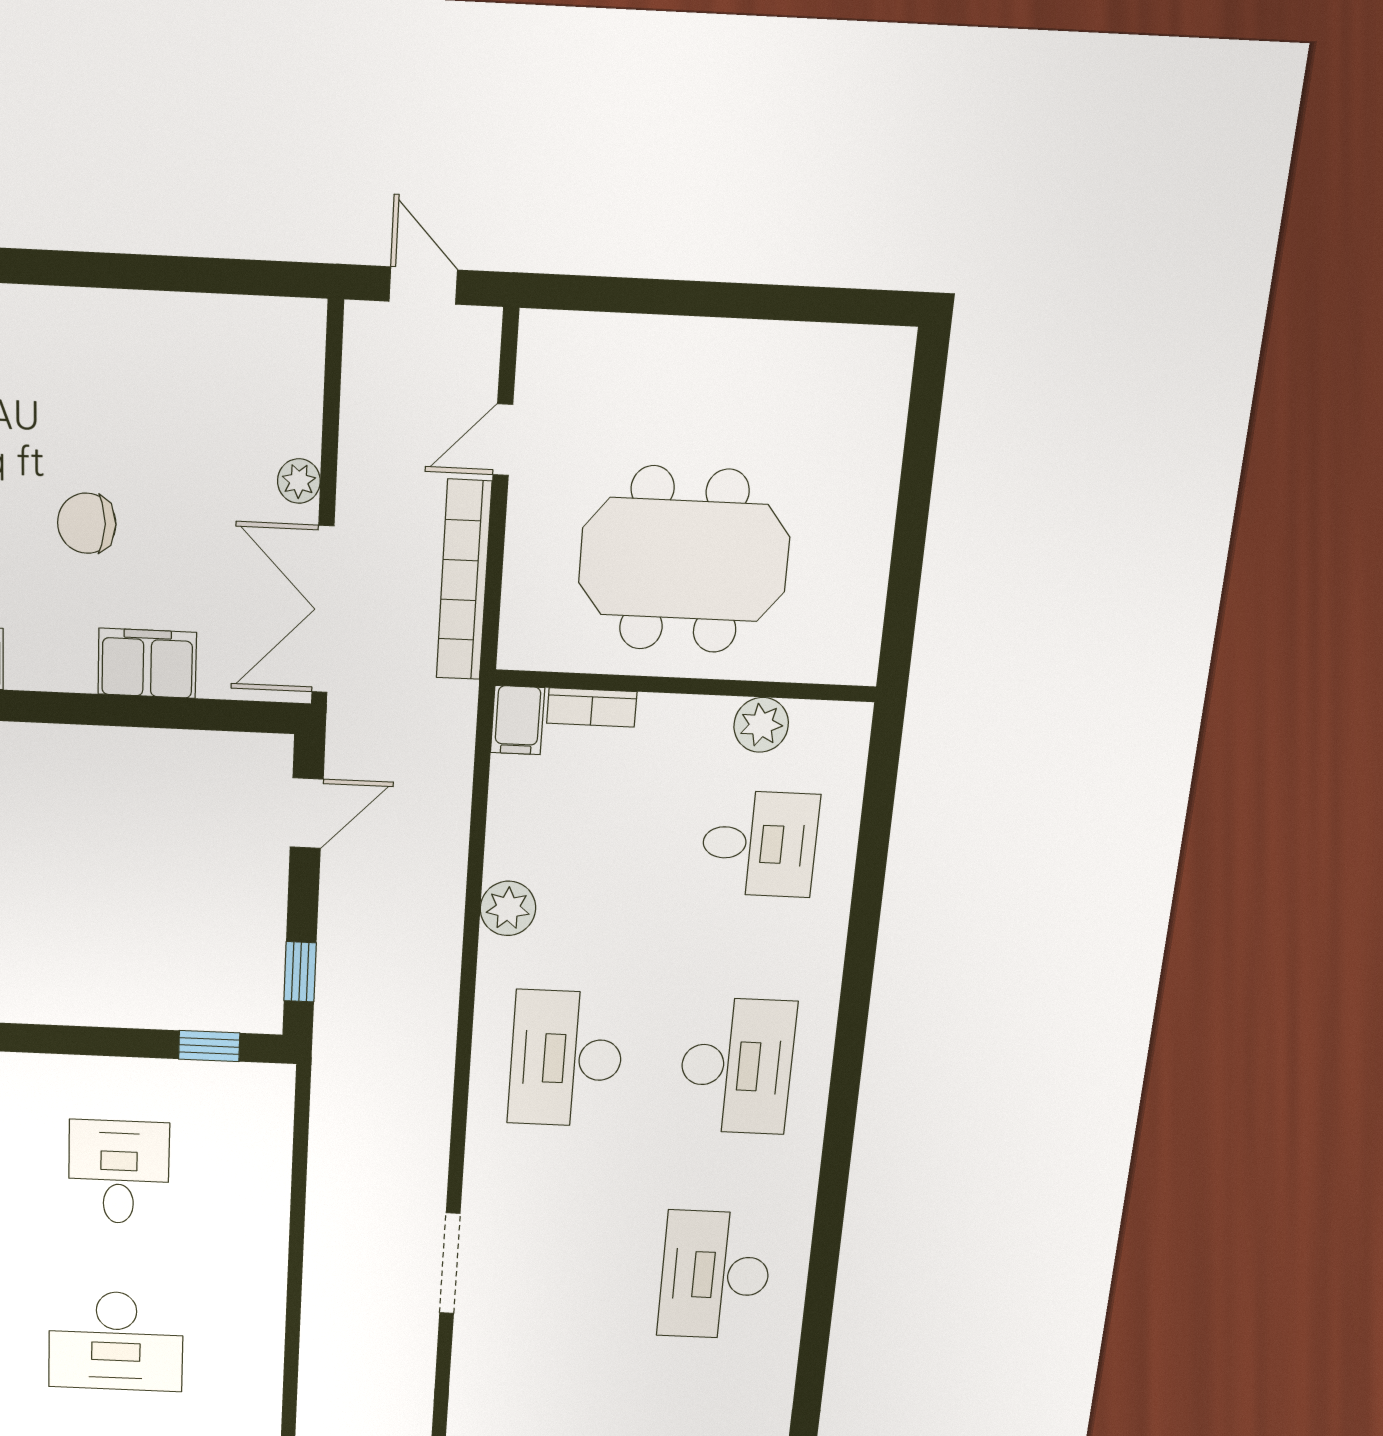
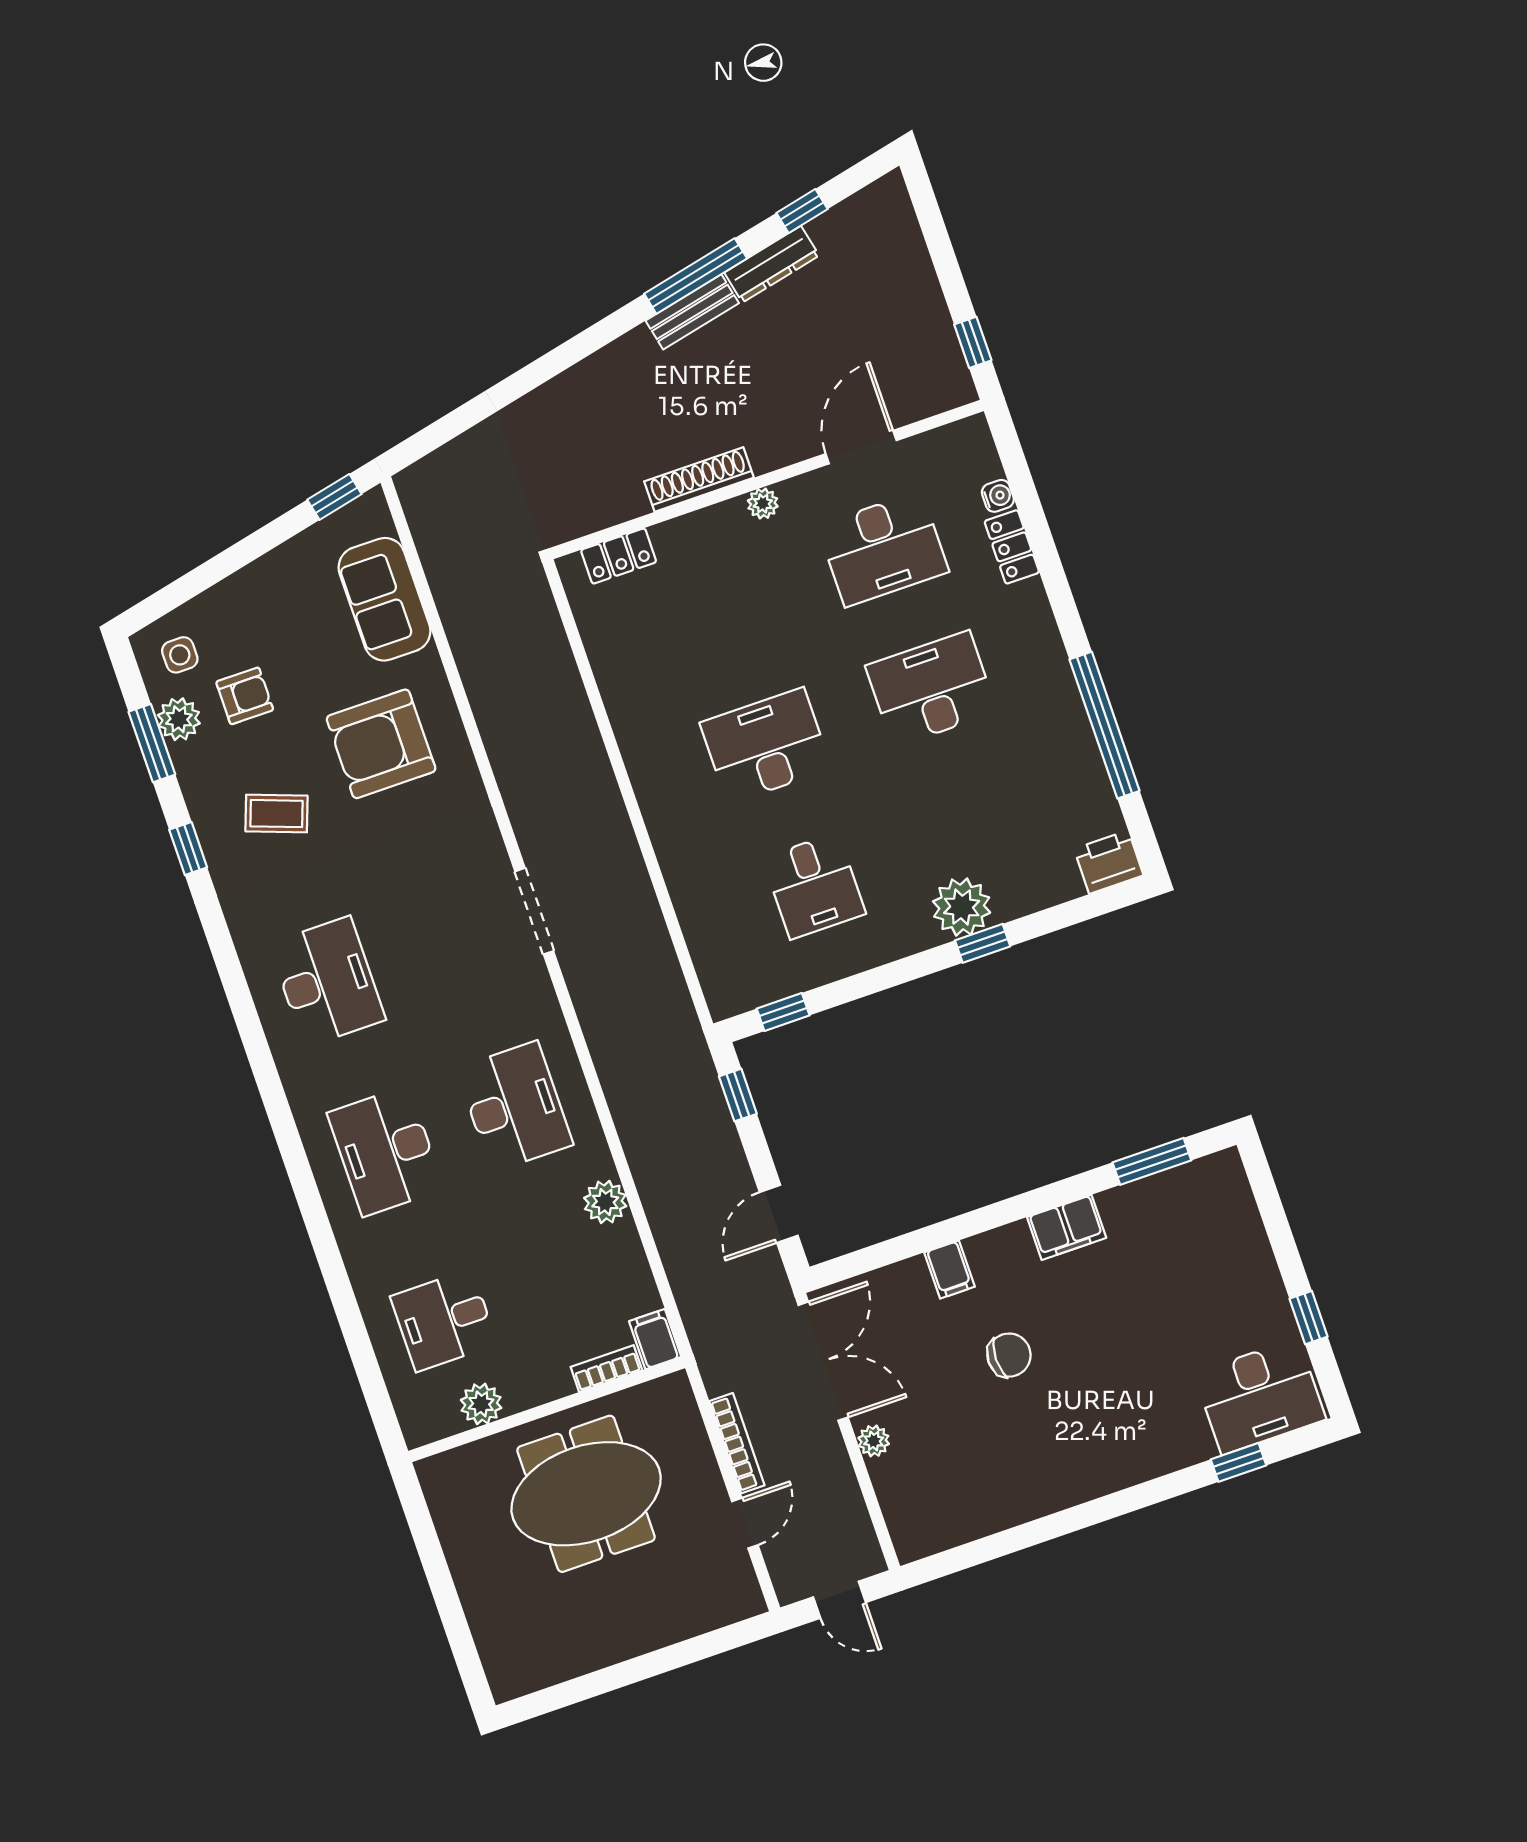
bookcase: (464, 580) -> (737, 1443), width x0.68, depth x0.76
filing cabinet: (147, 663) -> (950, 1270), width x0.50

